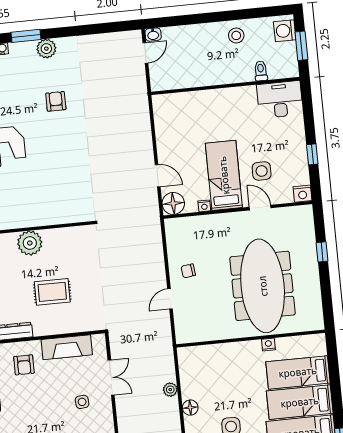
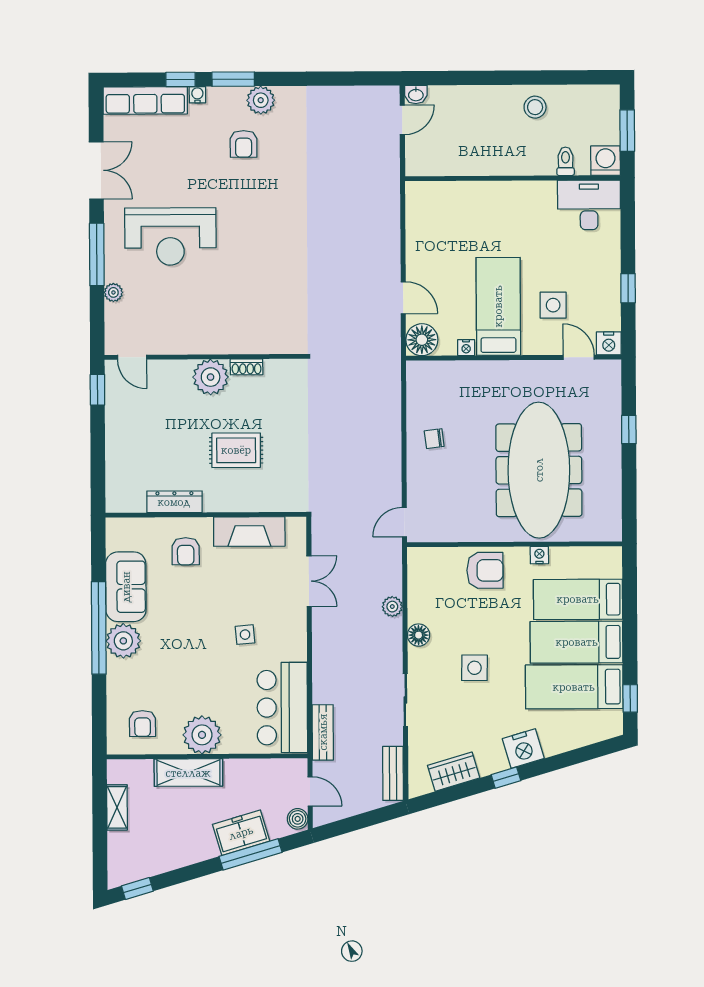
washing machine: (285, 31) -> (606, 161), moved, turned 90
armchair: (56, 101) -> (244, 144), moved, turned 180
door: (260, 208) -> (579, 357), moved
shoe rack: (54, 234) -> (246, 367), added
door: (170, 299) -> (404, 522), moved
armchair: (232, 359) -> (485, 570), added
side table: (82, 402) -> (245, 635), moved

